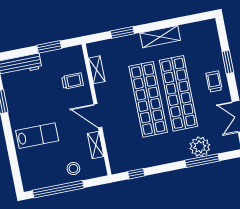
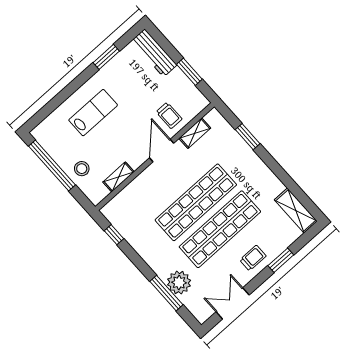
shelving: (160, 37) -> (296, 210), moved
door: (98, 116) -> (162, 151), moved
lab bench: (37, 136) -> (93, 113), turned -90

